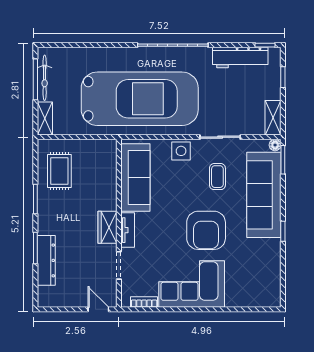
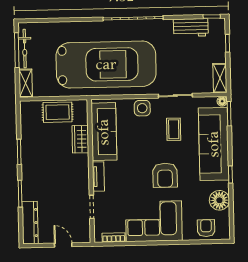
workbench: (240, 58) -> (191, 28), width x0.73
rug: (59, 171) -> (58, 112), moved, turned 90
wardrobe: (108, 227) -> (80, 139), moved
armchair: (206, 230) -> (165, 175), width x0.73, depth x0.73
dresser: (46, 260) -> (30, 223), moved
floor lamp: (269, 261) -> (219, 200), added
armchair: (253, 294) -> (206, 228), added
door: (98, 309) -> (63, 245), moved

